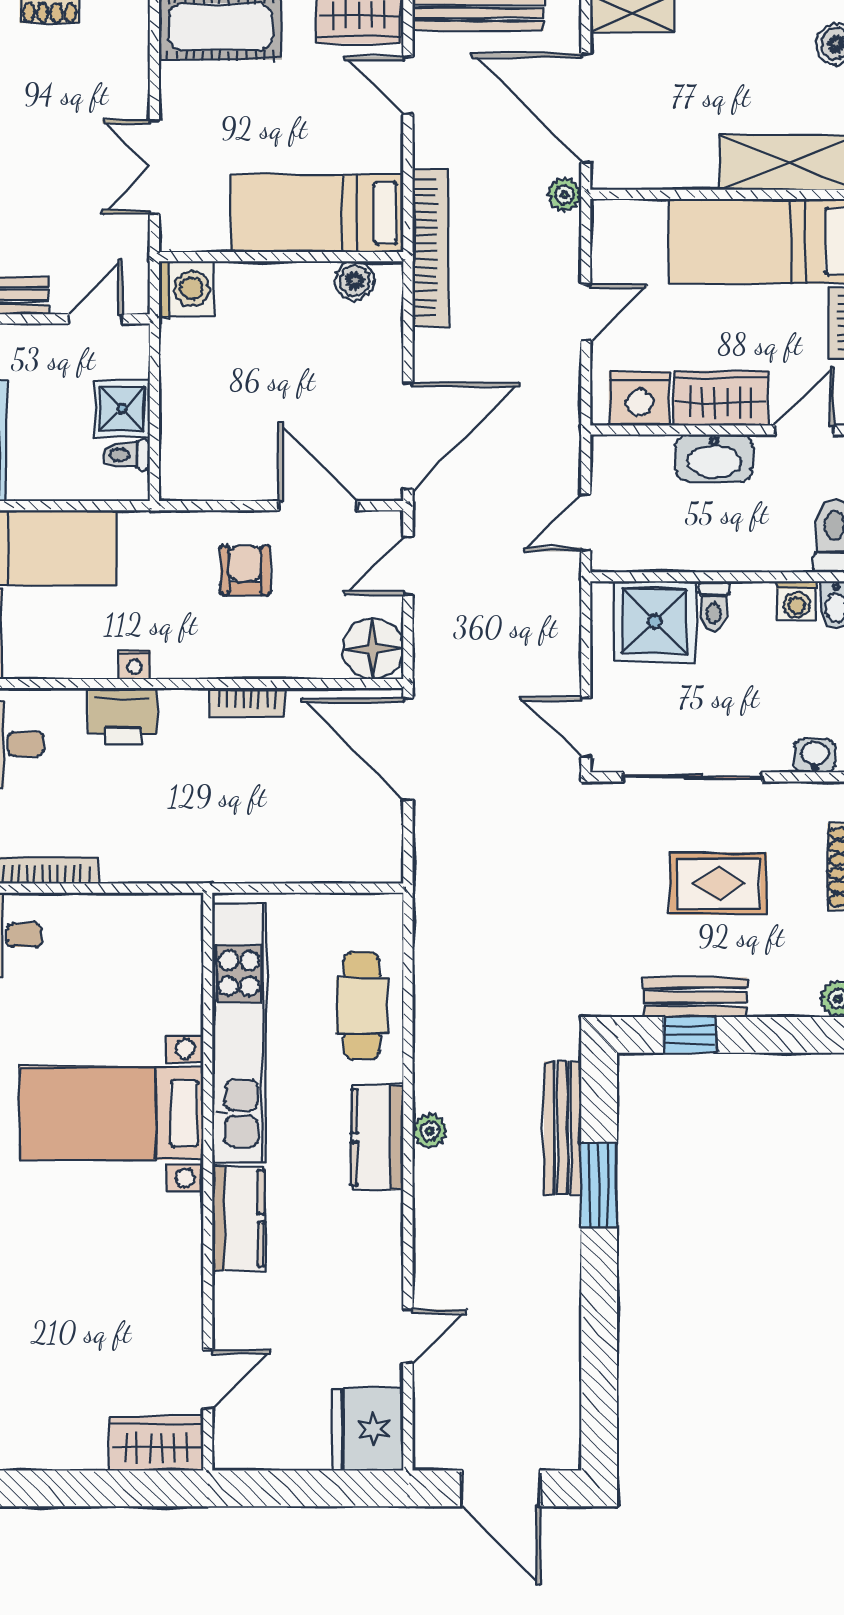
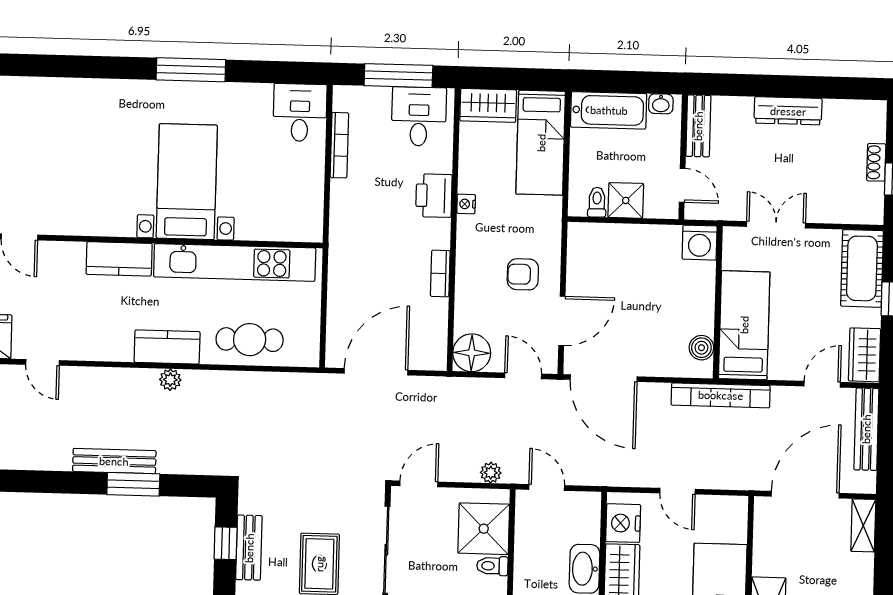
plant: (564, 194) -> (491, 473), moved
armchair: (245, 570) -> (523, 274), turned 180
door: (408, 749) -> (376, 372), moved
bench: (563, 1128) -> (114, 461), moved

